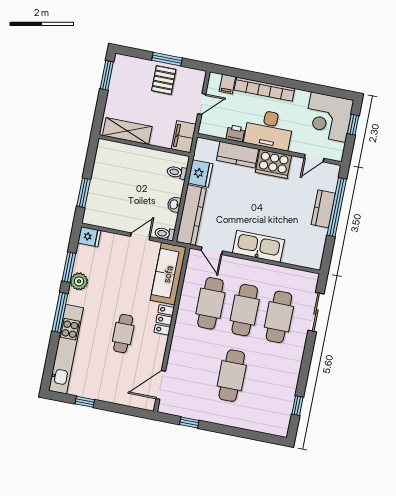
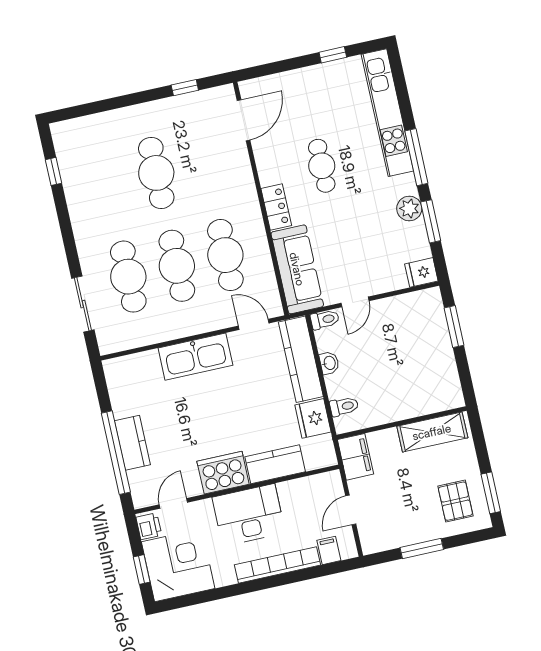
pallet: (164, 80) -> (455, 501), moved
printer: (235, 133) -> (149, 526), moved, turned -90

